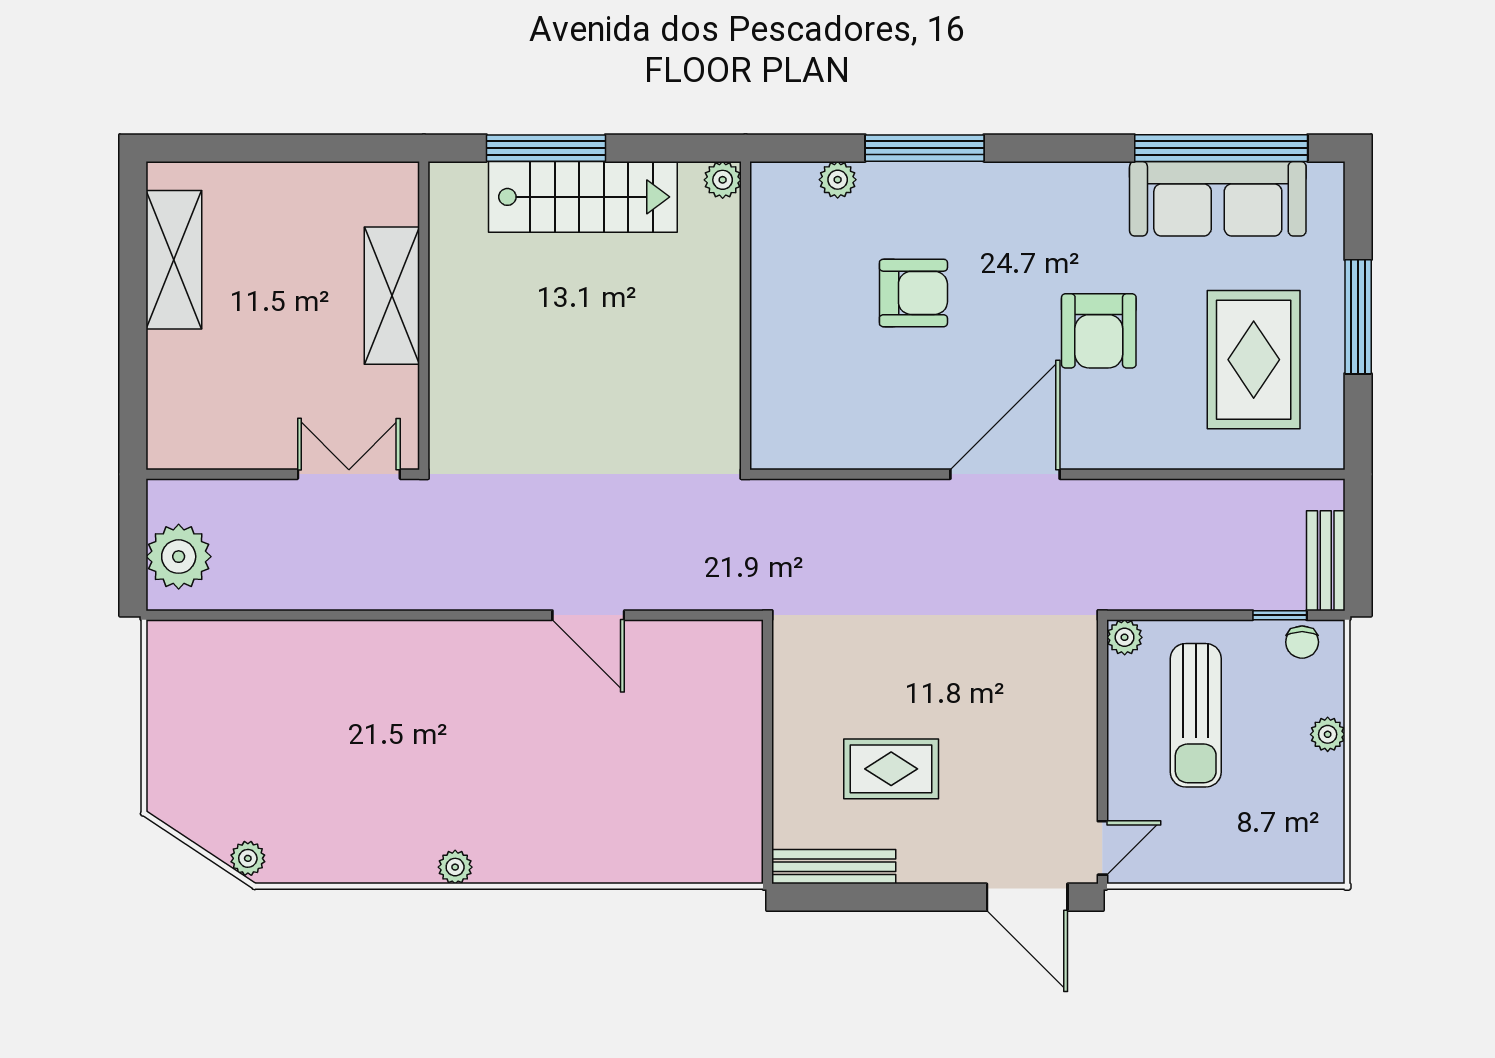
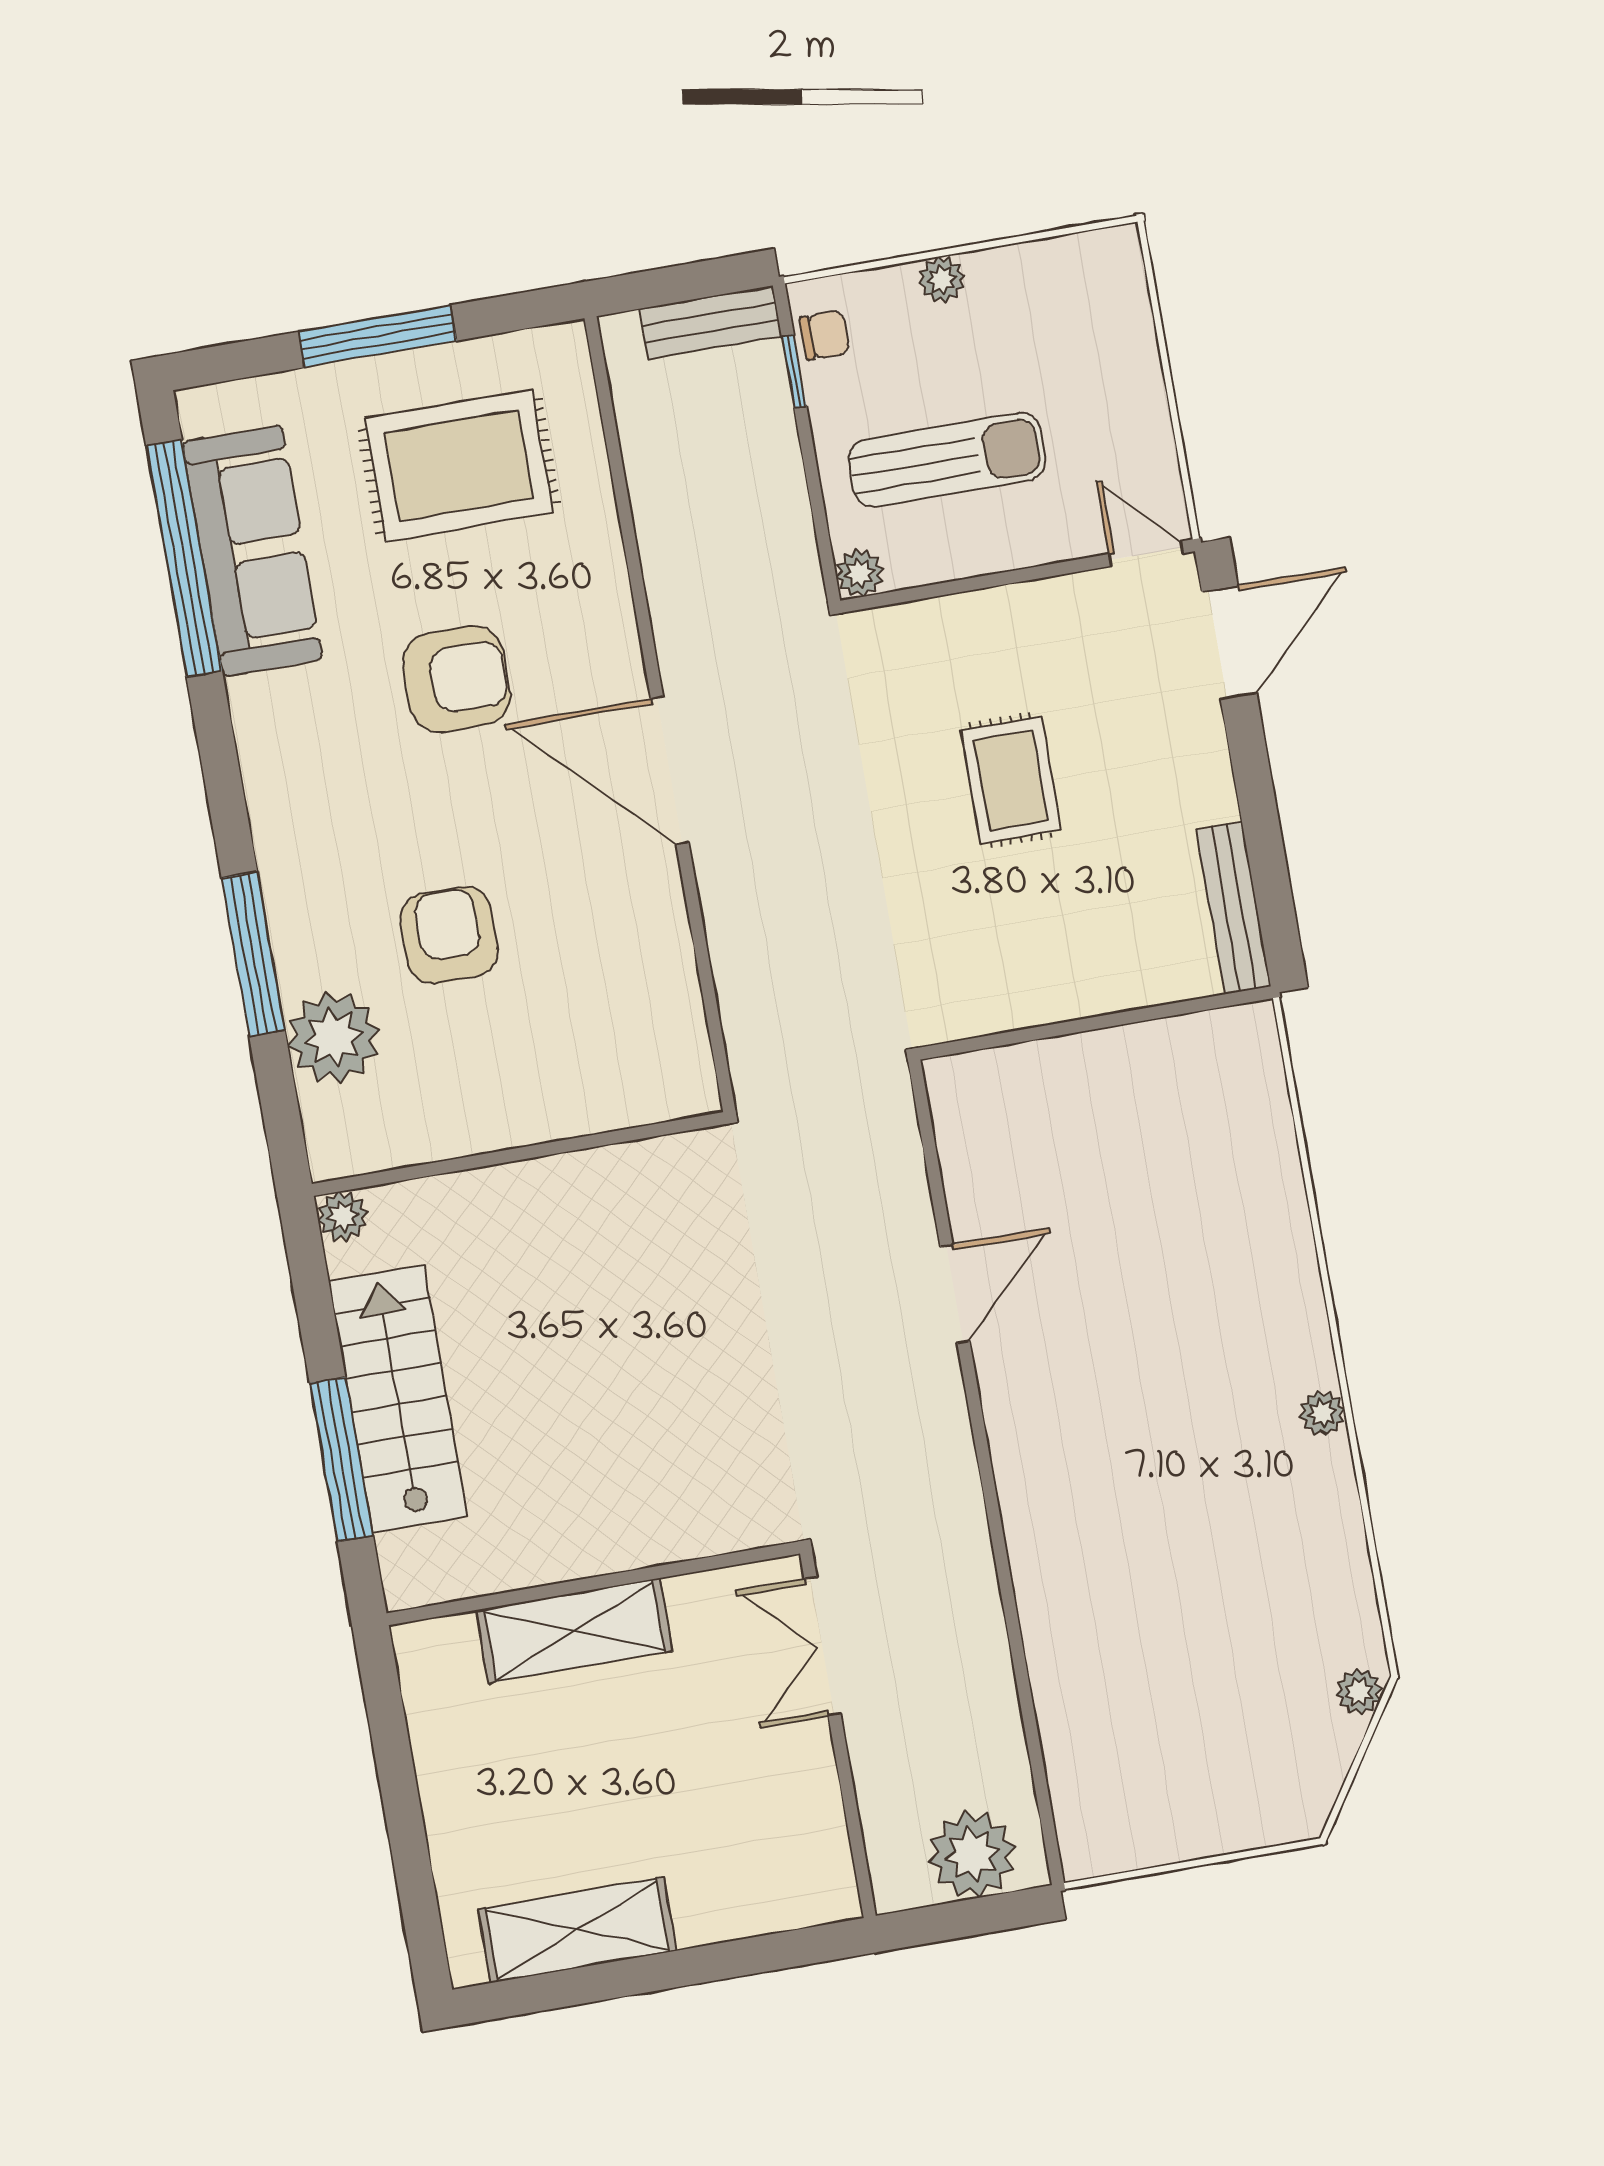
plant: (838, 180) -> (333, 1037), width x1.88, depth x1.88
rug: (891, 769) -> (1011, 780), moved

